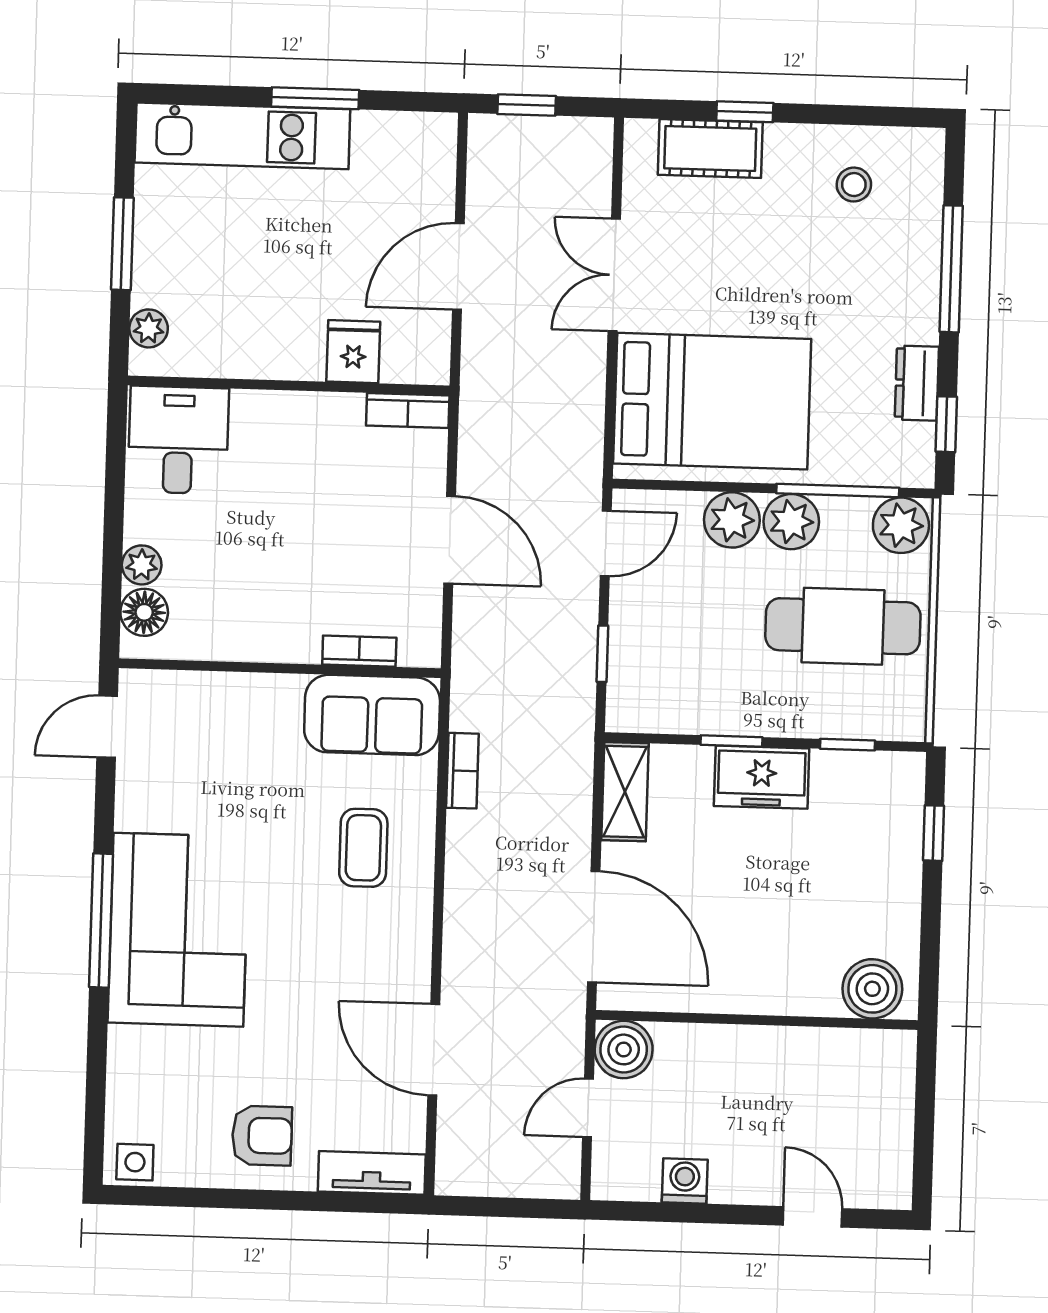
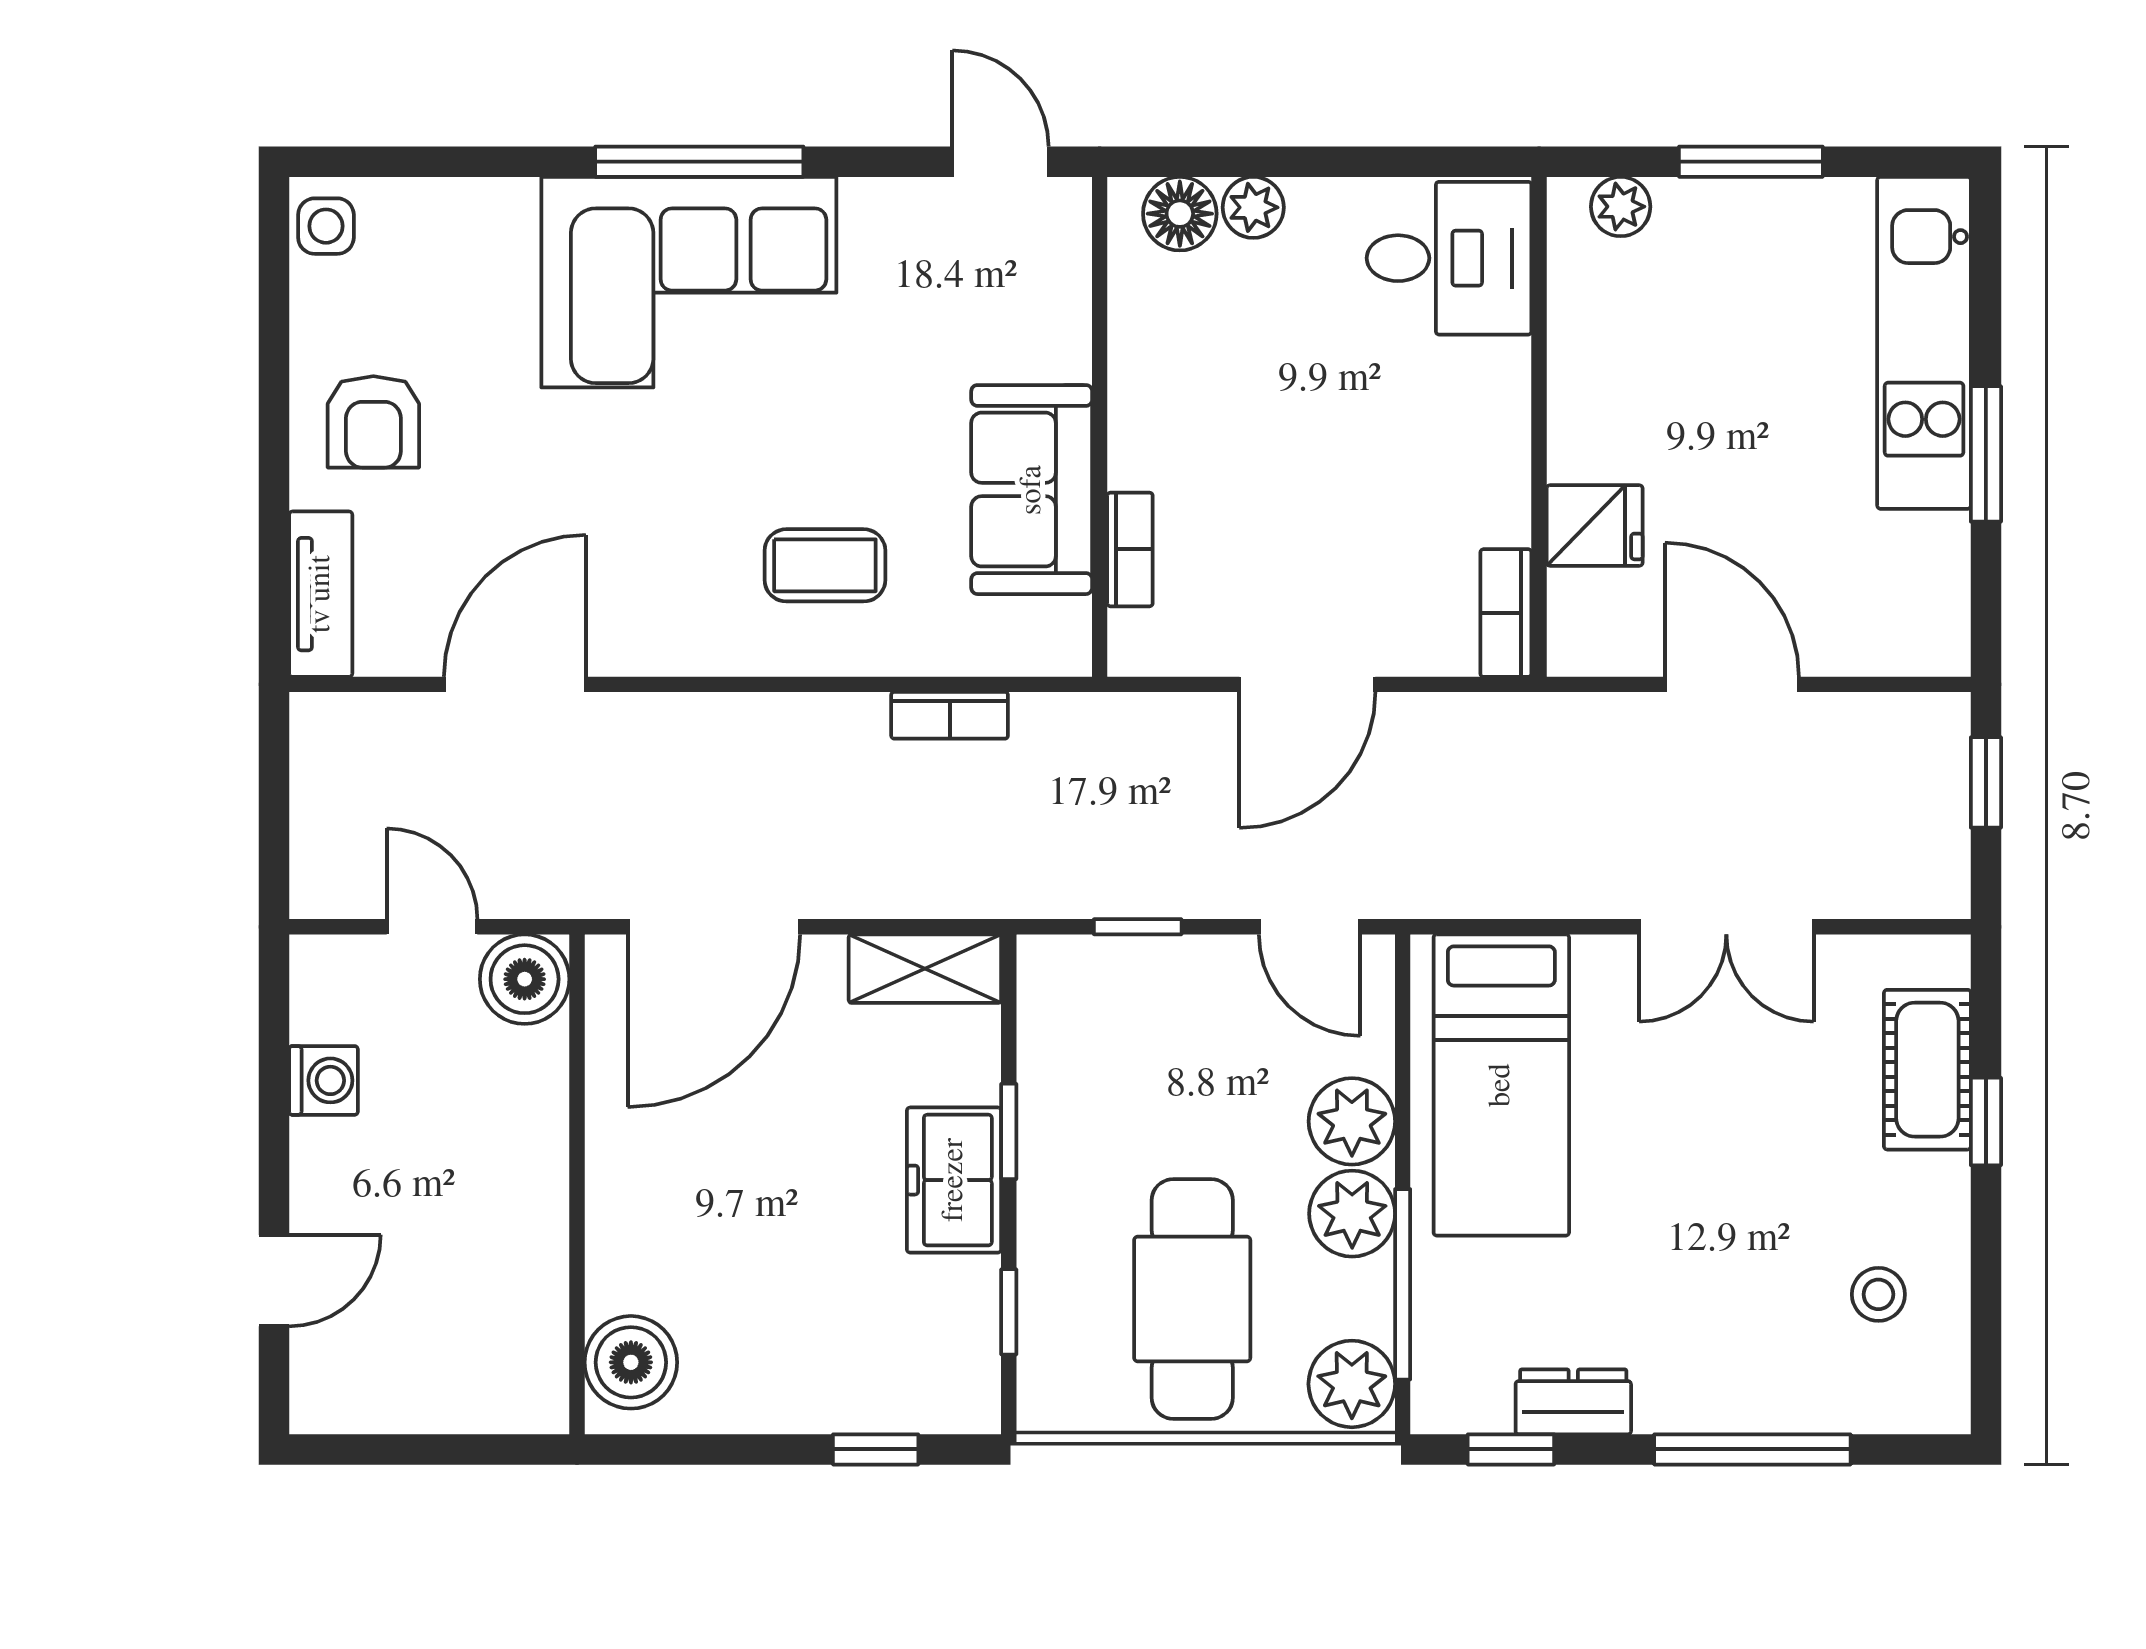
double door: (614, 275) -> (1726, 927), swing flipped
bed: (712, 401) -> (1501, 1085), width x0.67
sofa: (372, 715) -> (1032, 490), moved

